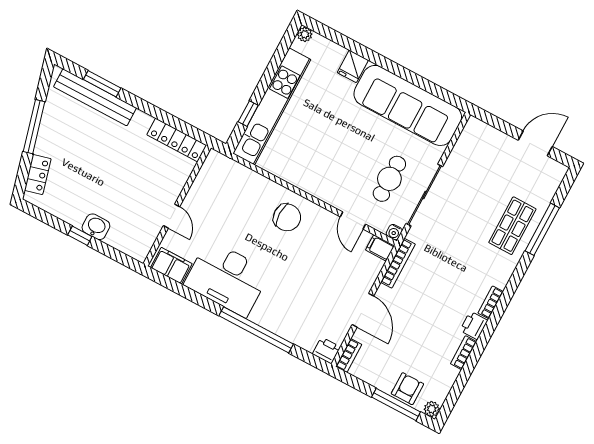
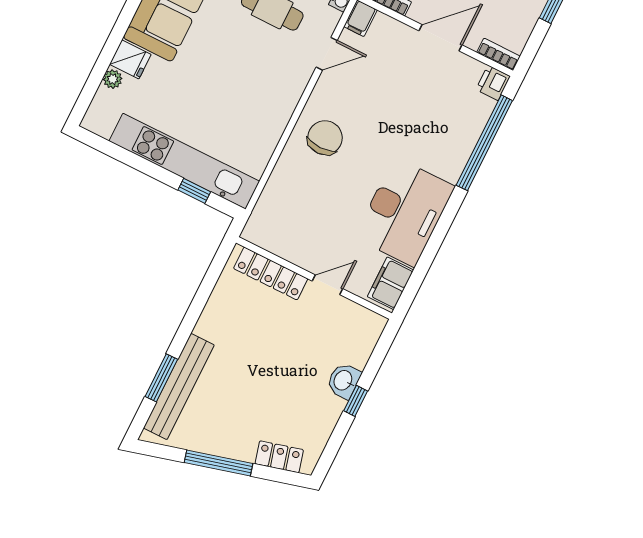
plant: (305, 34) -> (113, 79), moved
locker: (177, 140) -> (271, 273), moved, turned 90
window: (256, 330) -> (484, 143), moved

